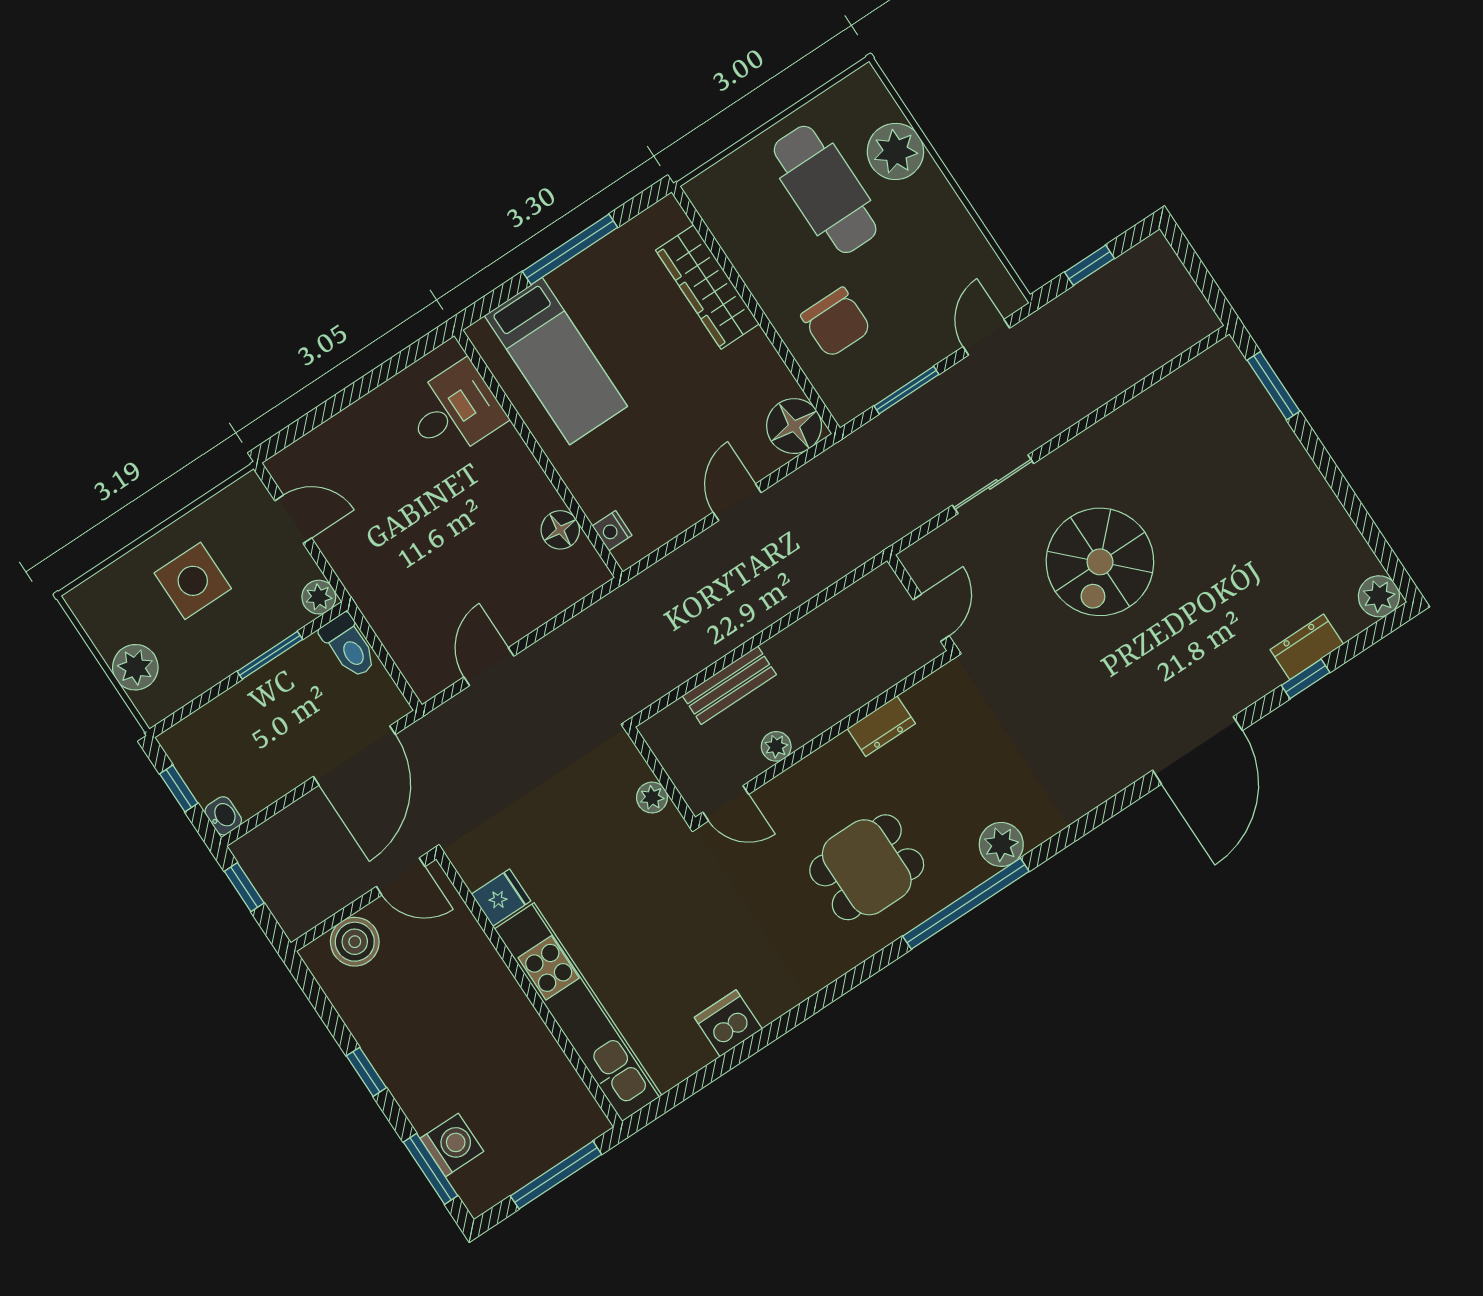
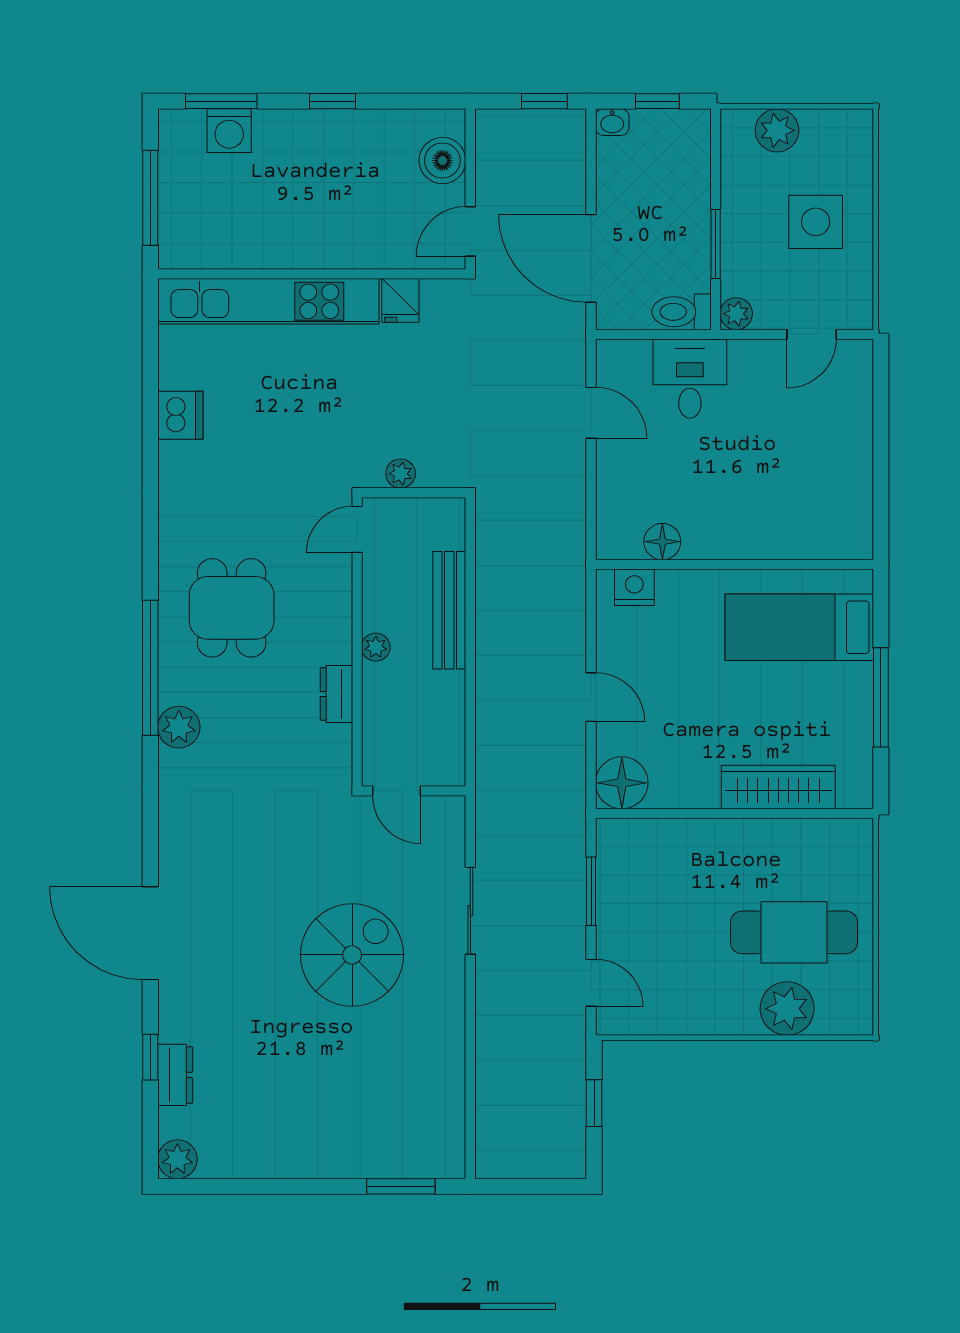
chair: (836, 322) -> (682, 871), removed
desk: (454, 411) -> (690, 379), moved, turned 180
nightstand: (612, 531) -> (634, 587), width x1.39, depth x1.35
spiral stairs: (1100, 562) -> (352, 955), turned 90
bench: (729, 685) -> (449, 610), width x1.36
plant: (776, 746) -> (376, 647), moved

